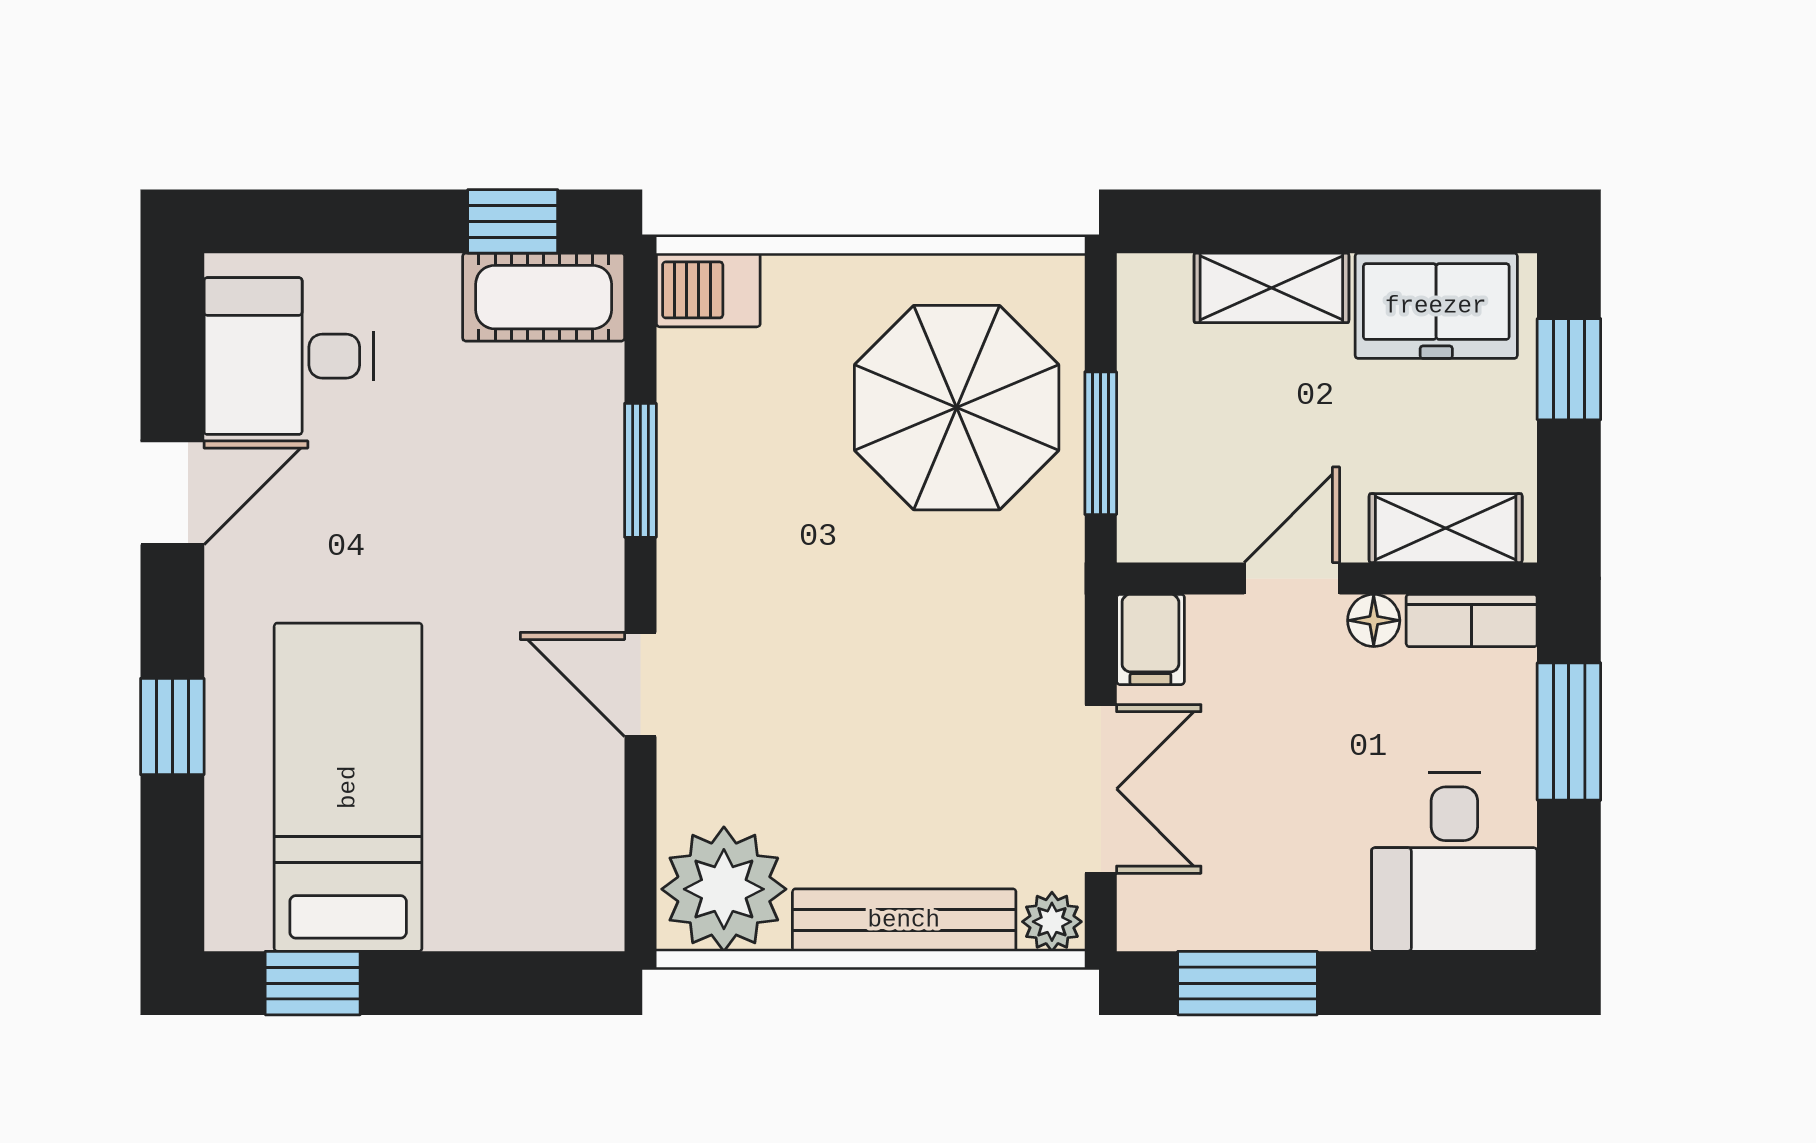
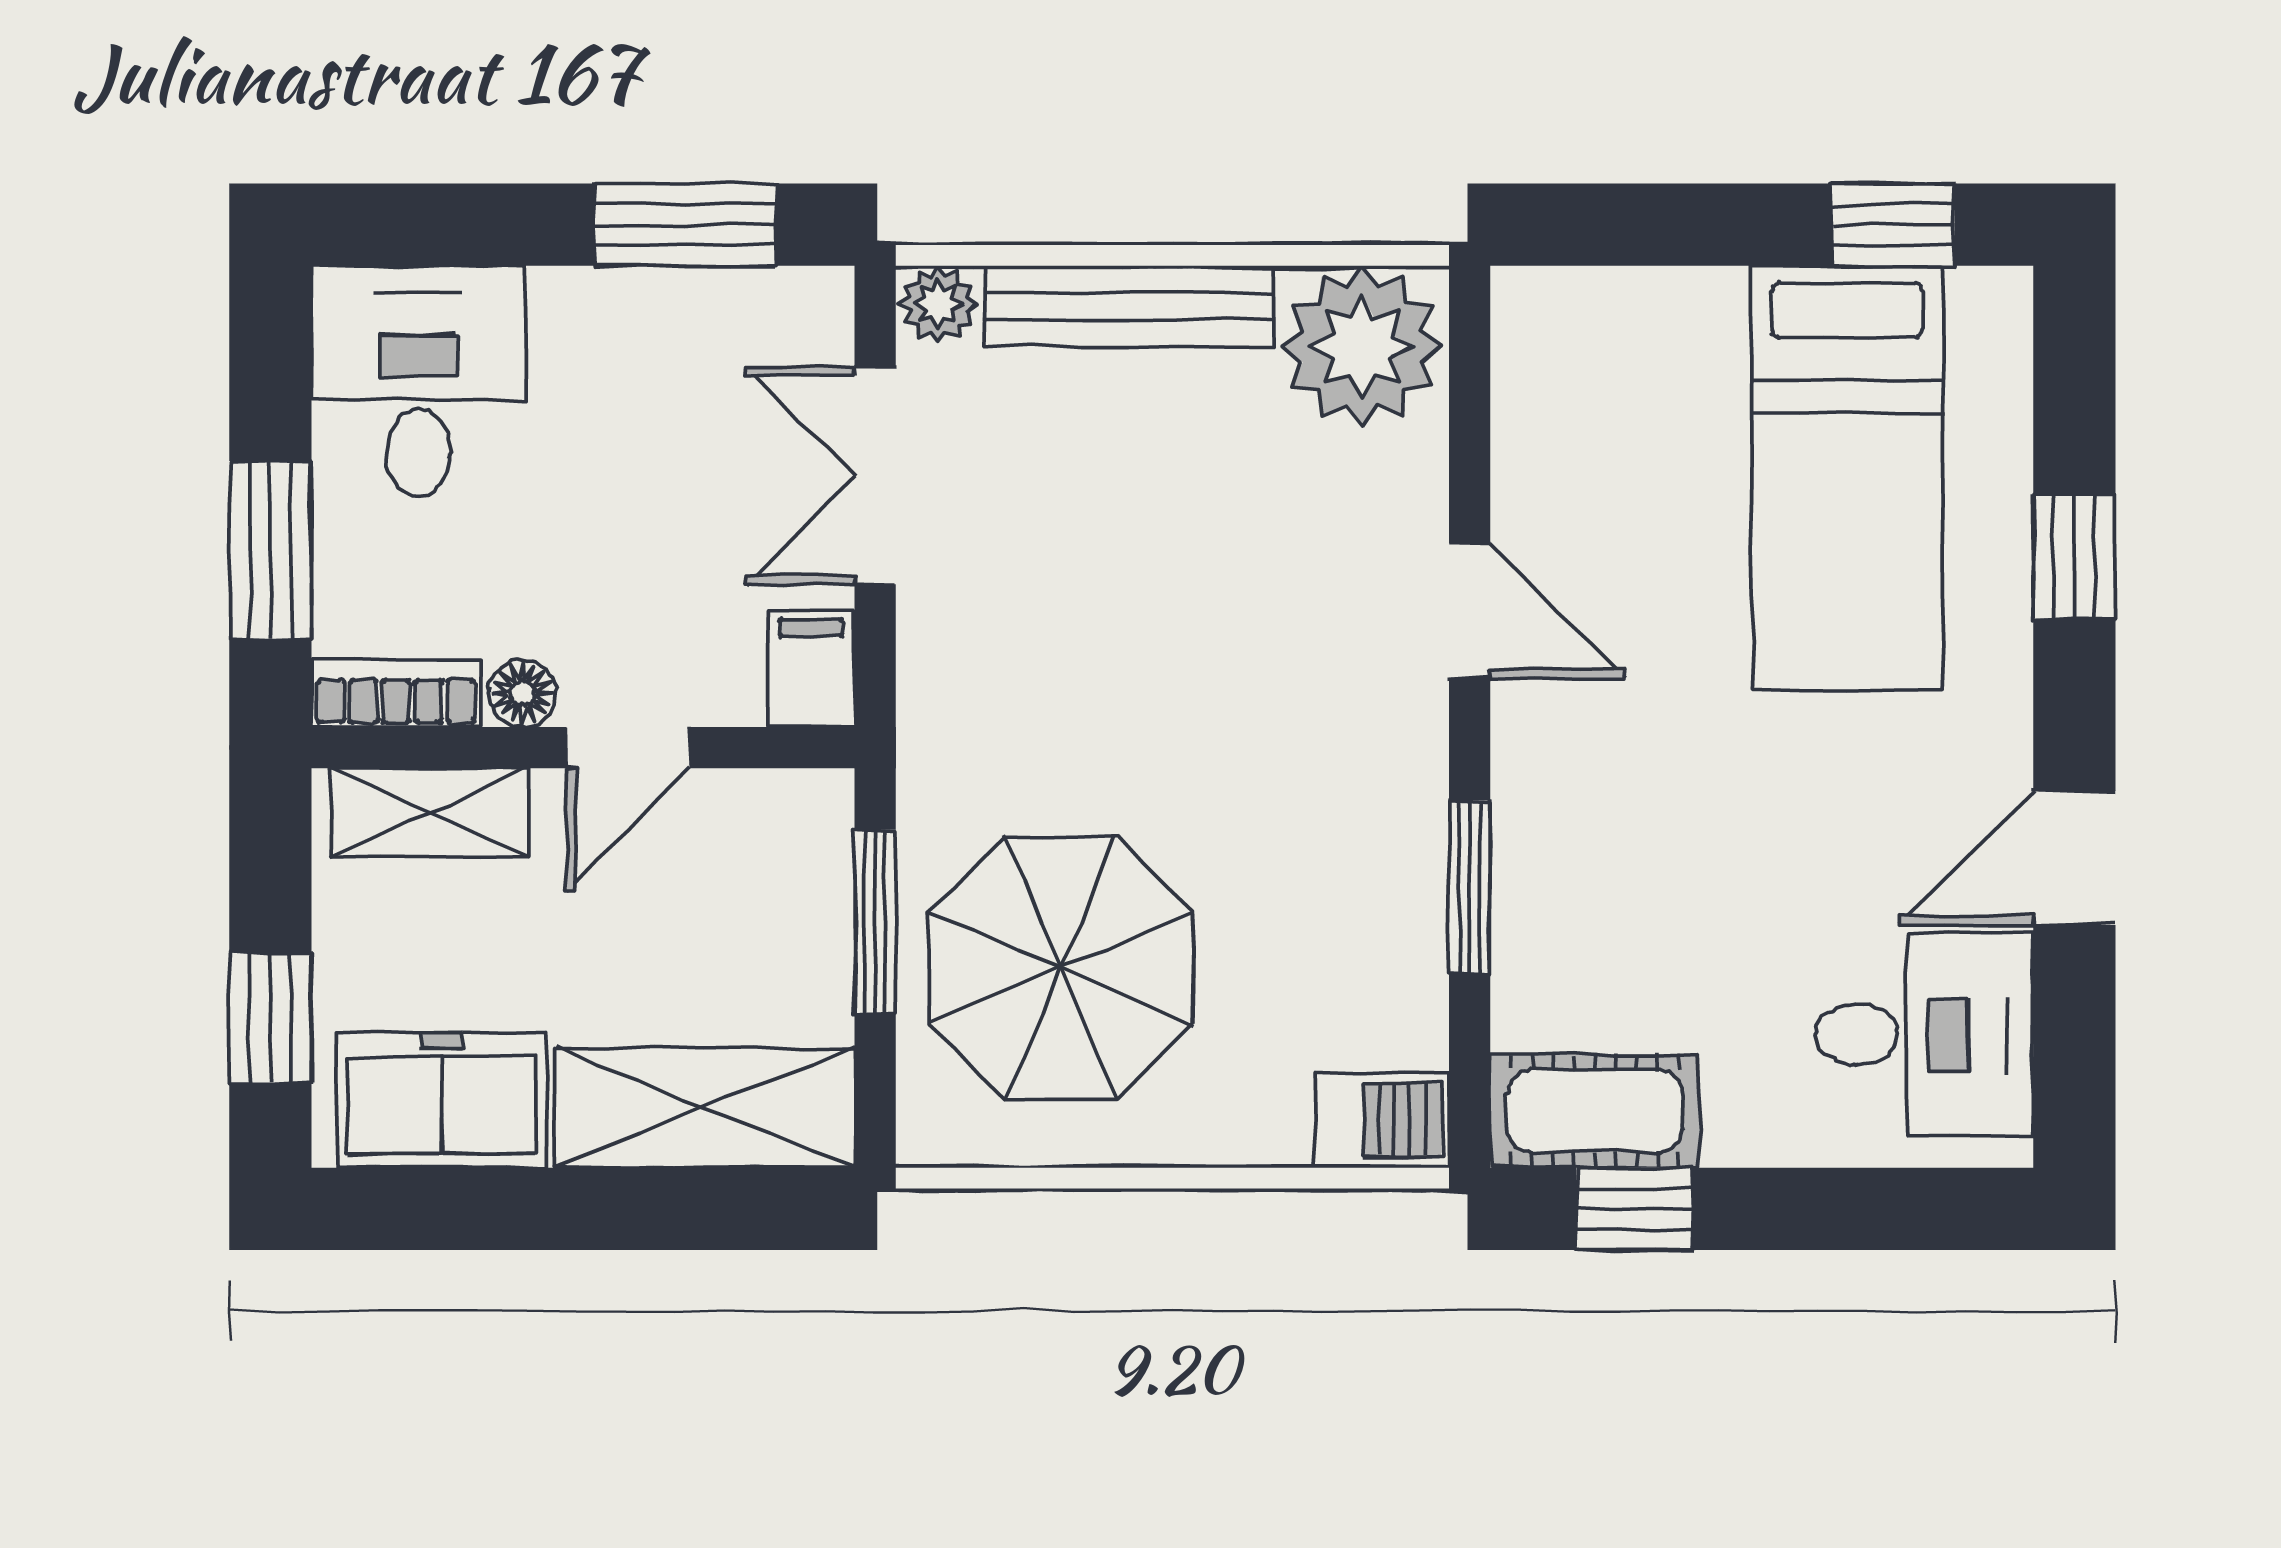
shelving: (1271, 288) -> (705, 1108), width x1.50, depth x1.33

